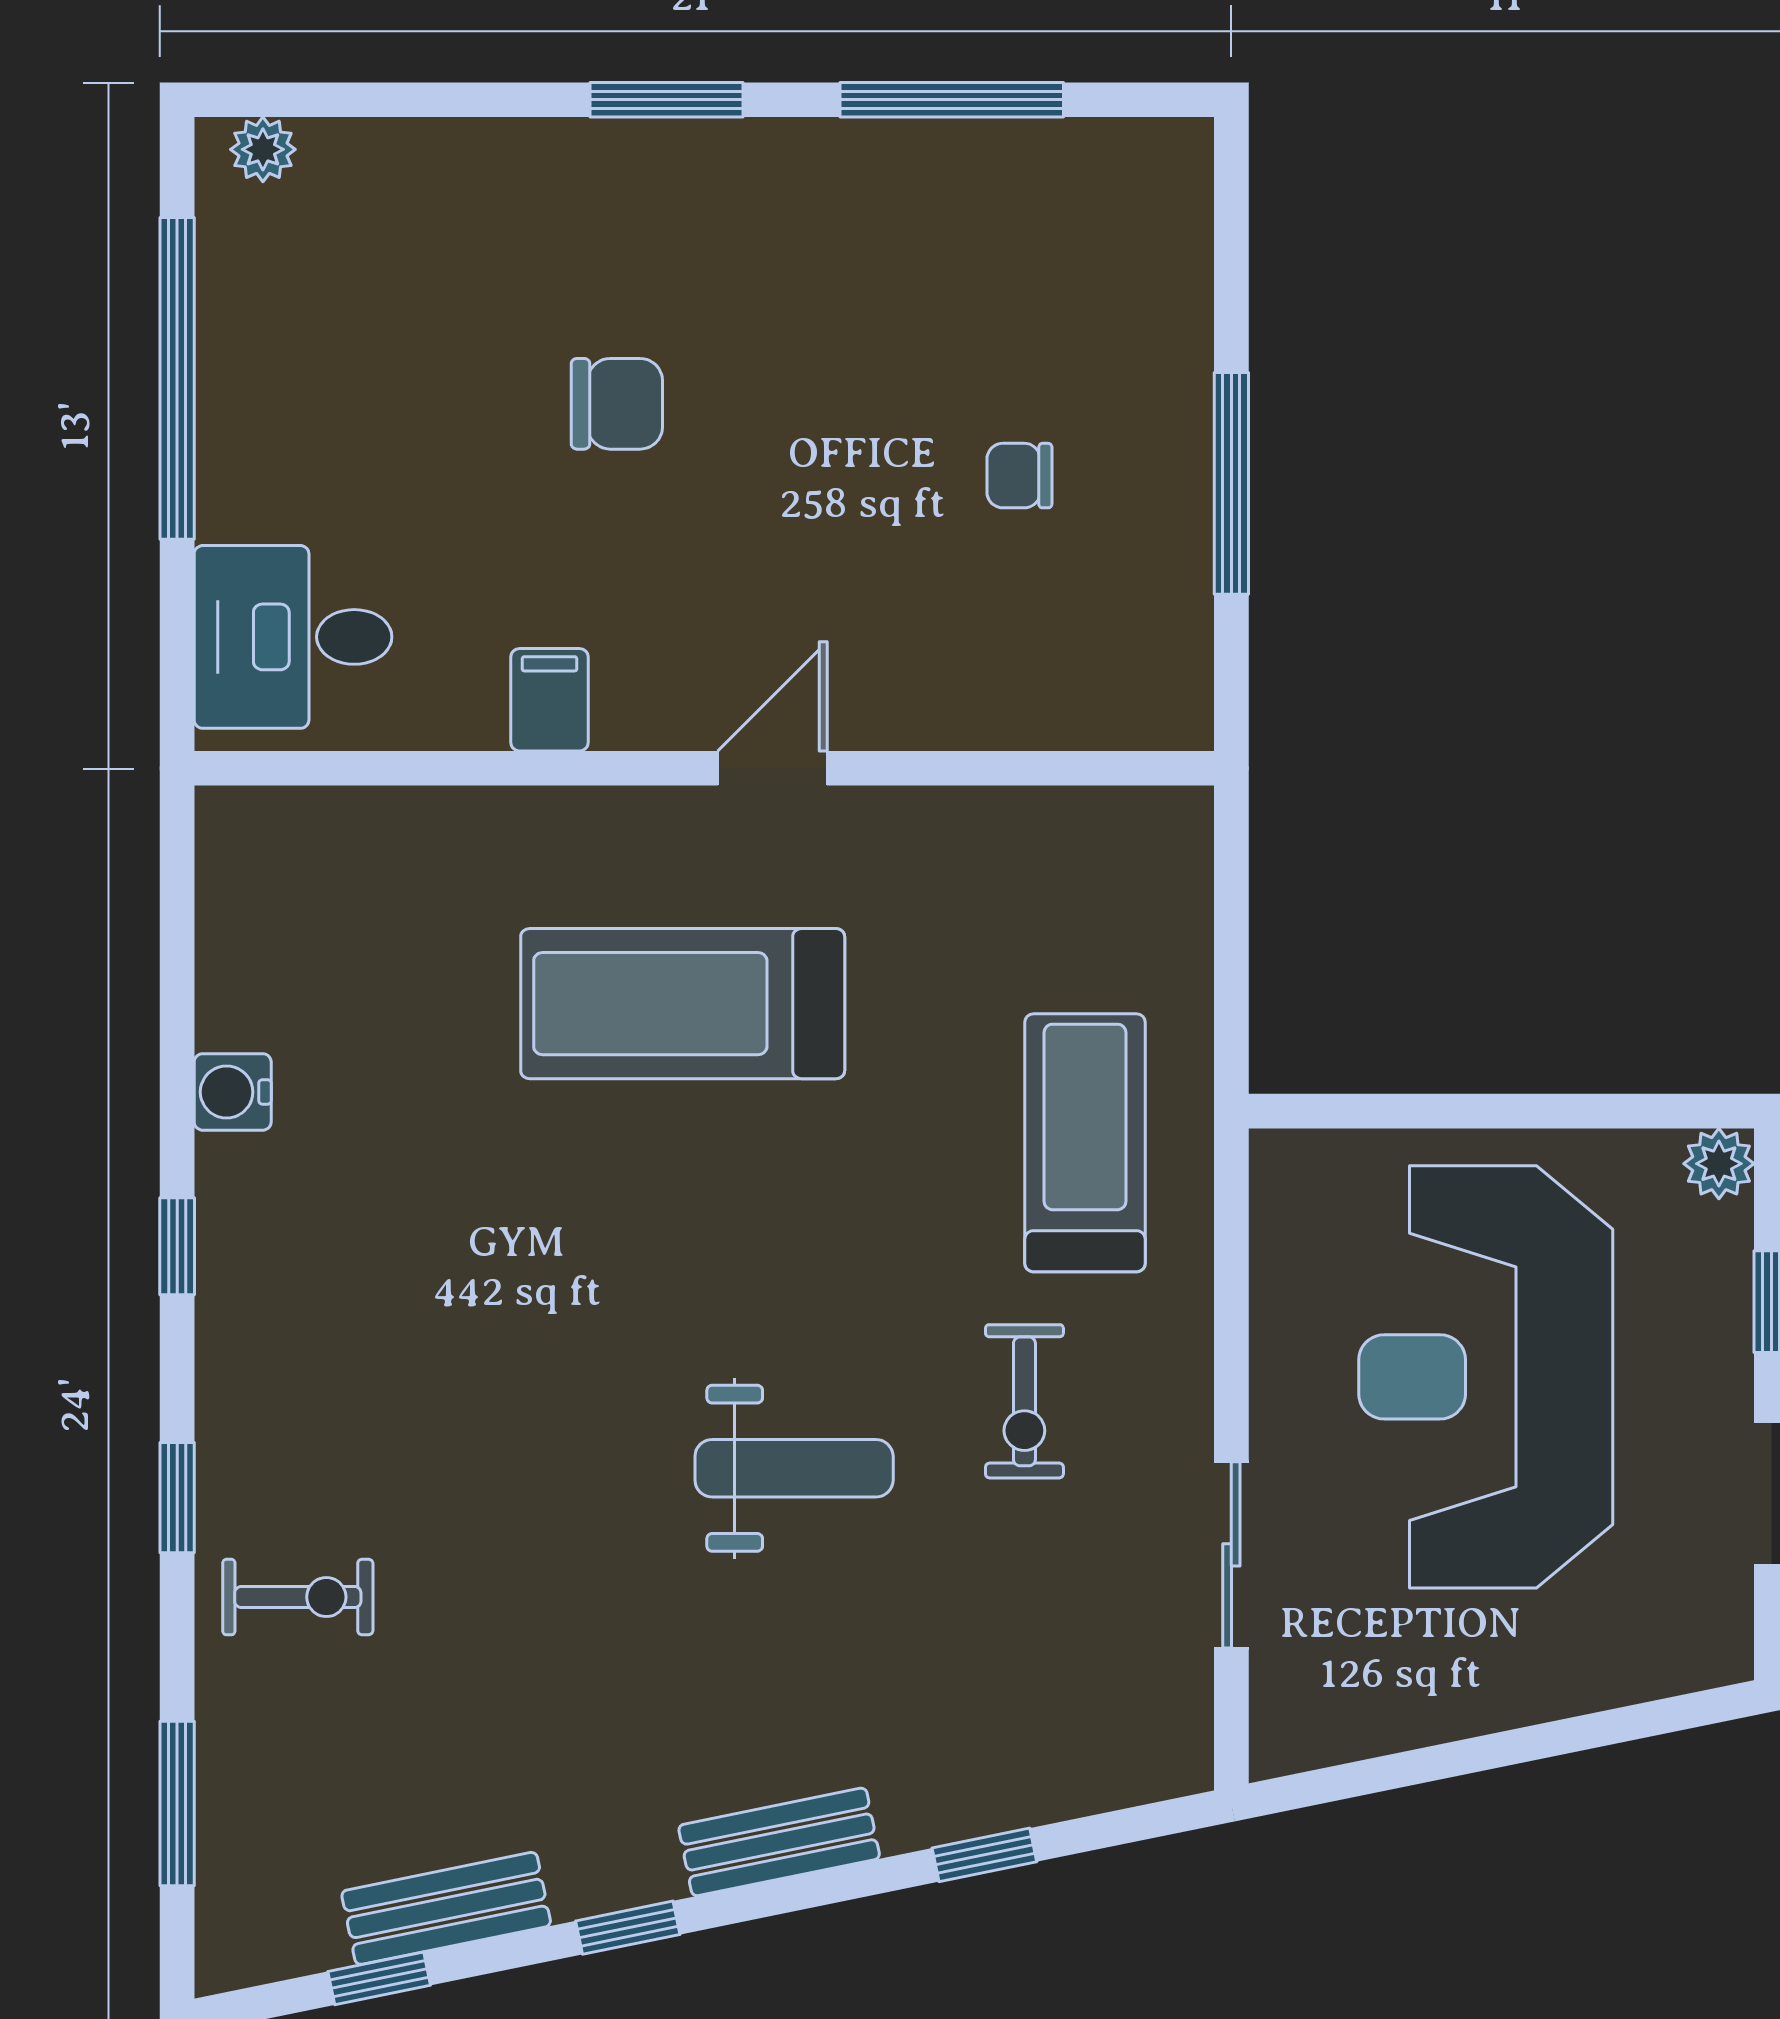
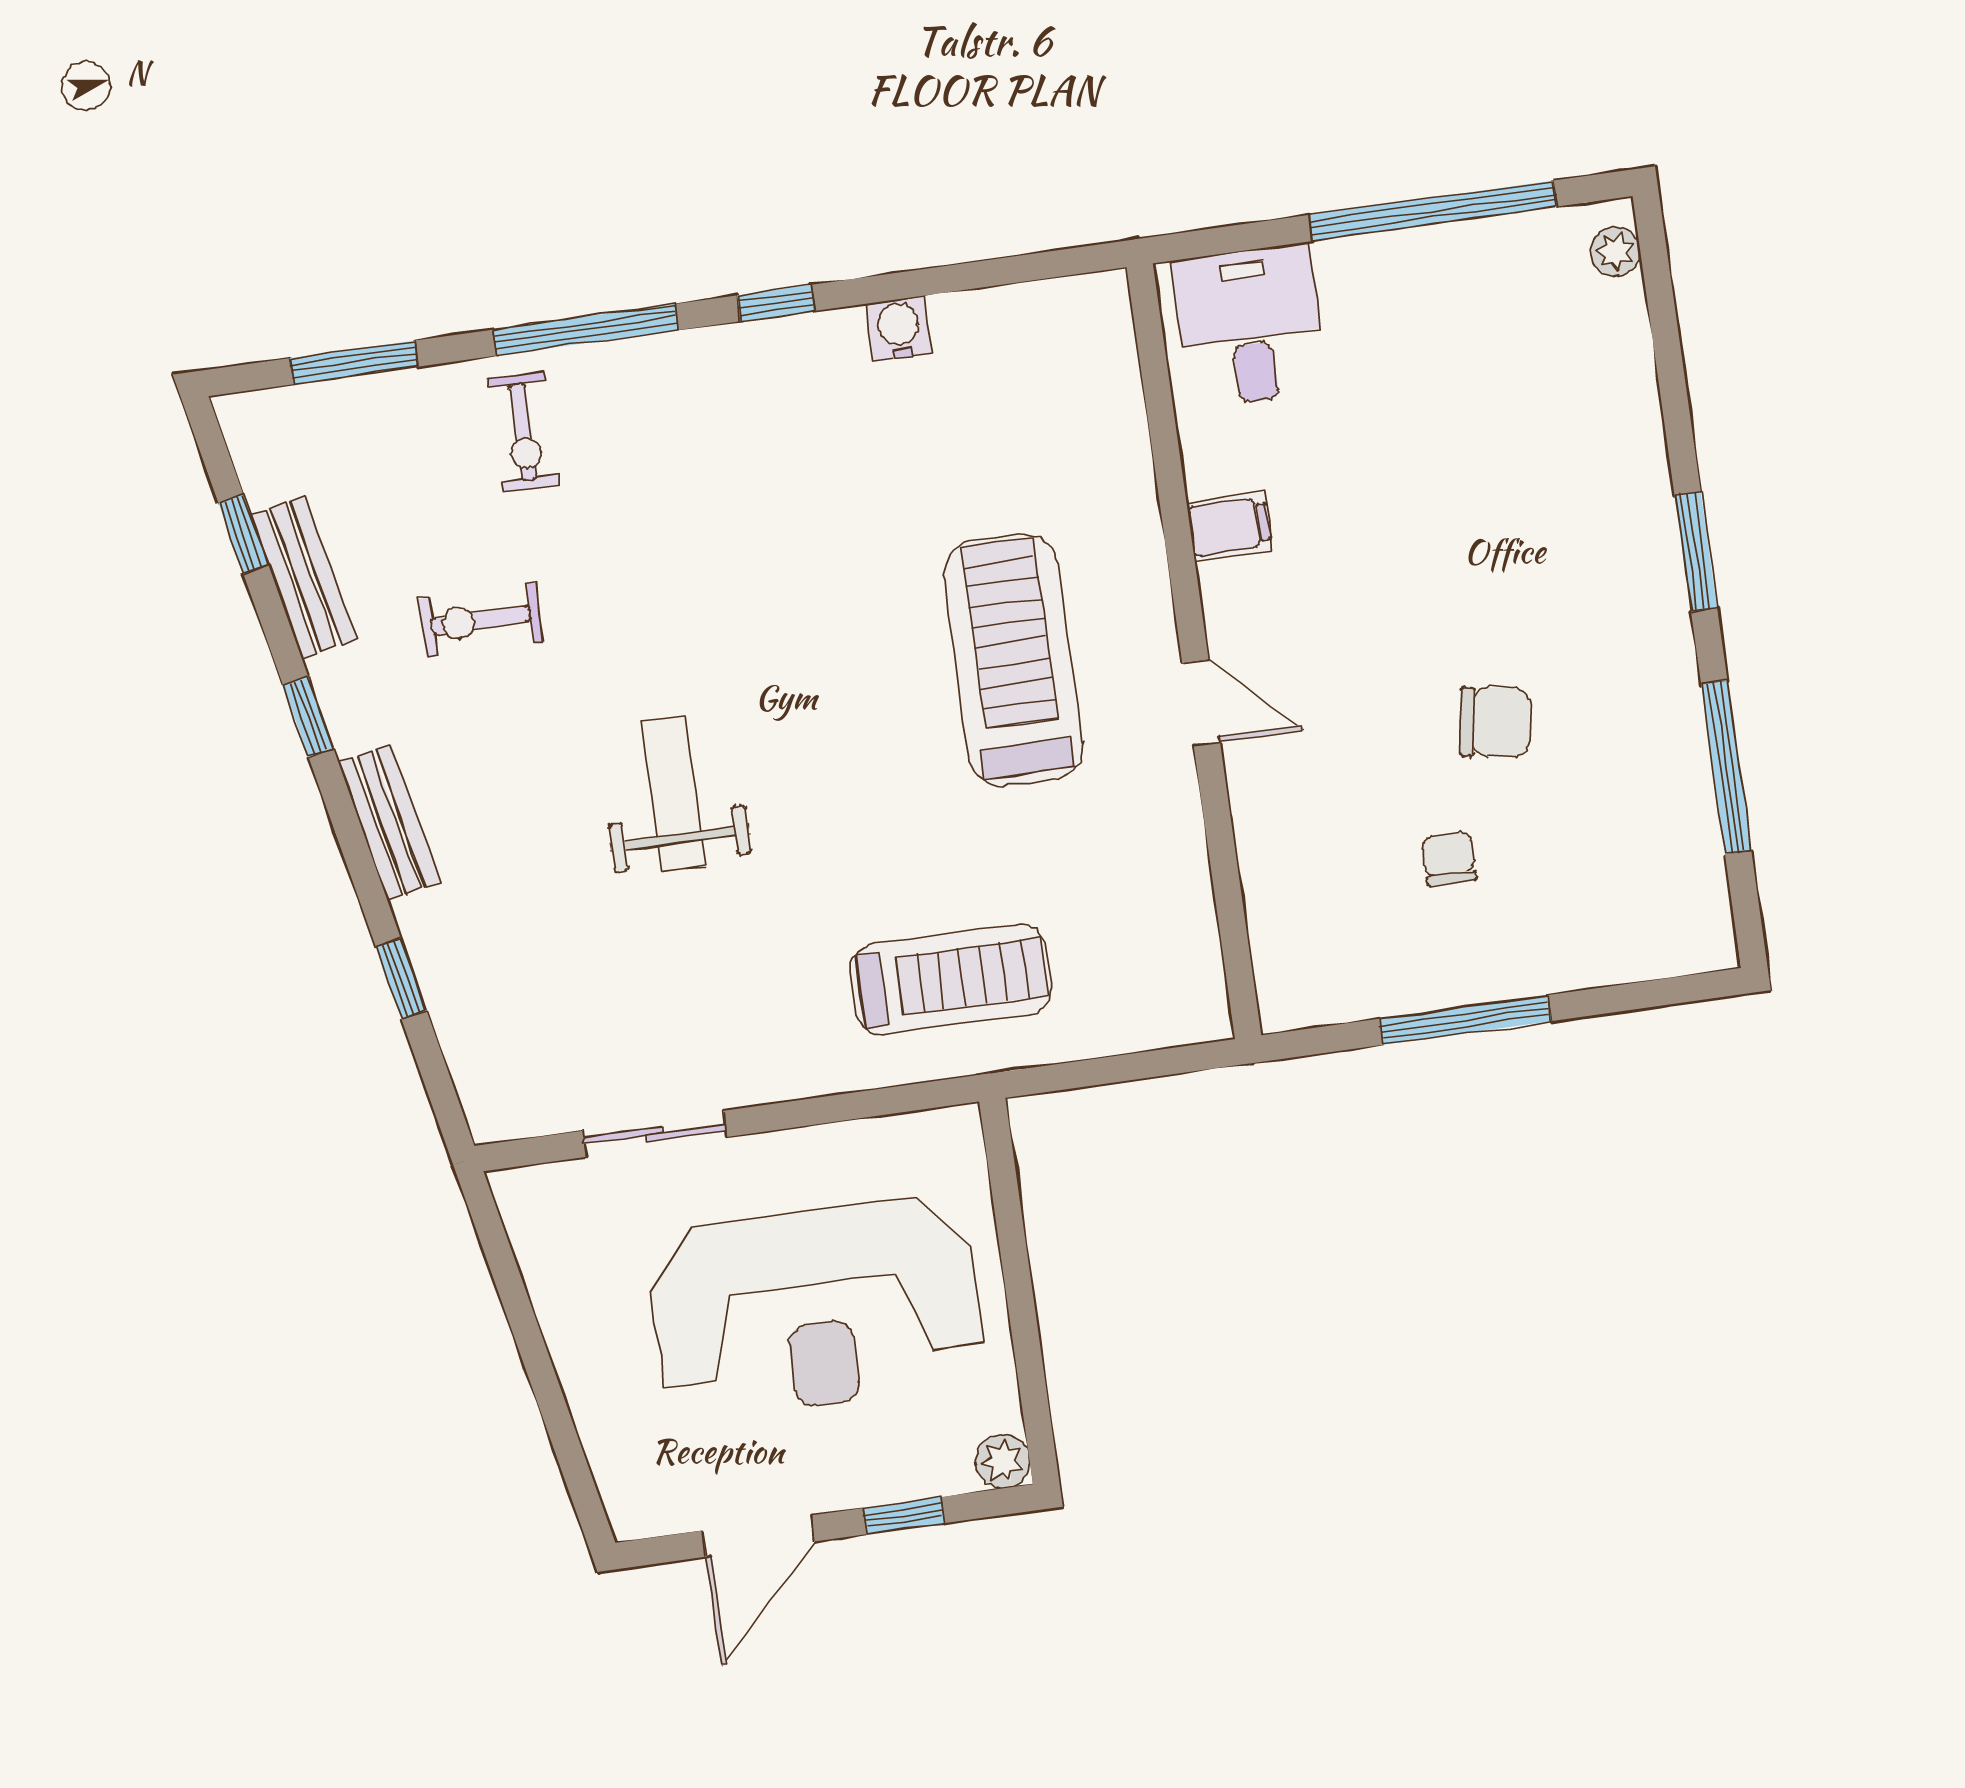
chair: (617, 404) -> (1495, 722), moved, turned -81
reception desk: (1486, 1377) -> (816, 1307), turned 180
exercise bike: (1024, 1401) -> (481, 620), moved
weight bench: (794, 1468) -> (674, 794), turned 180
window: (177, 1498) -> (586, 330), width x2.17

